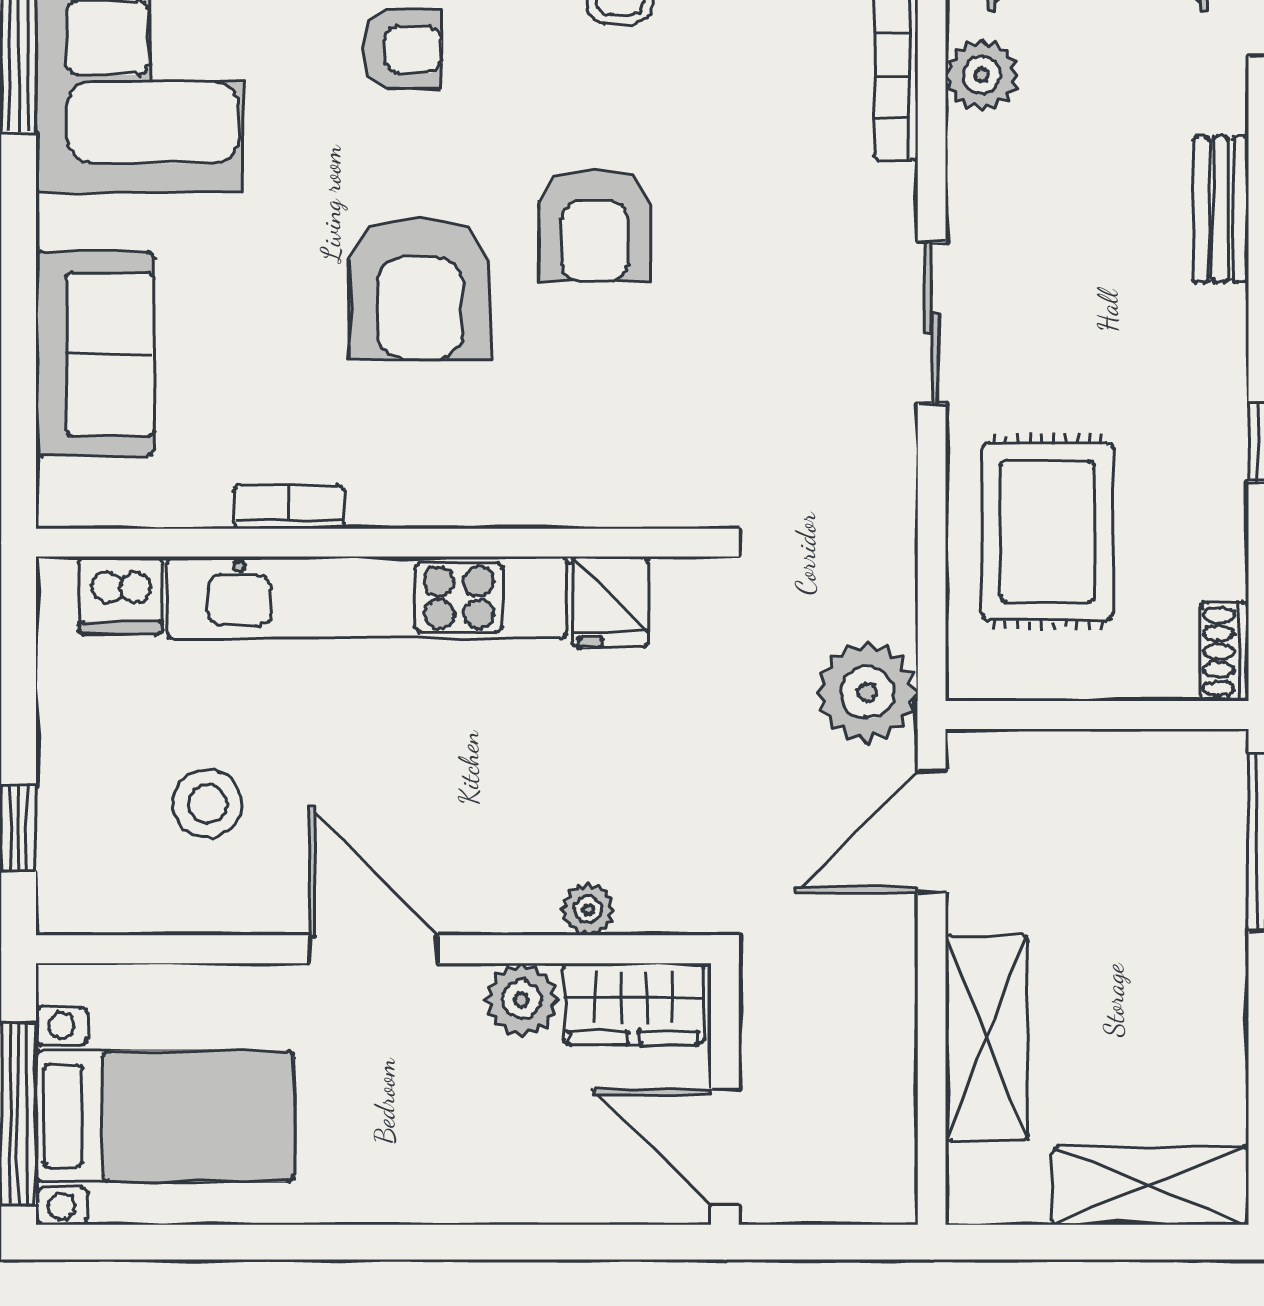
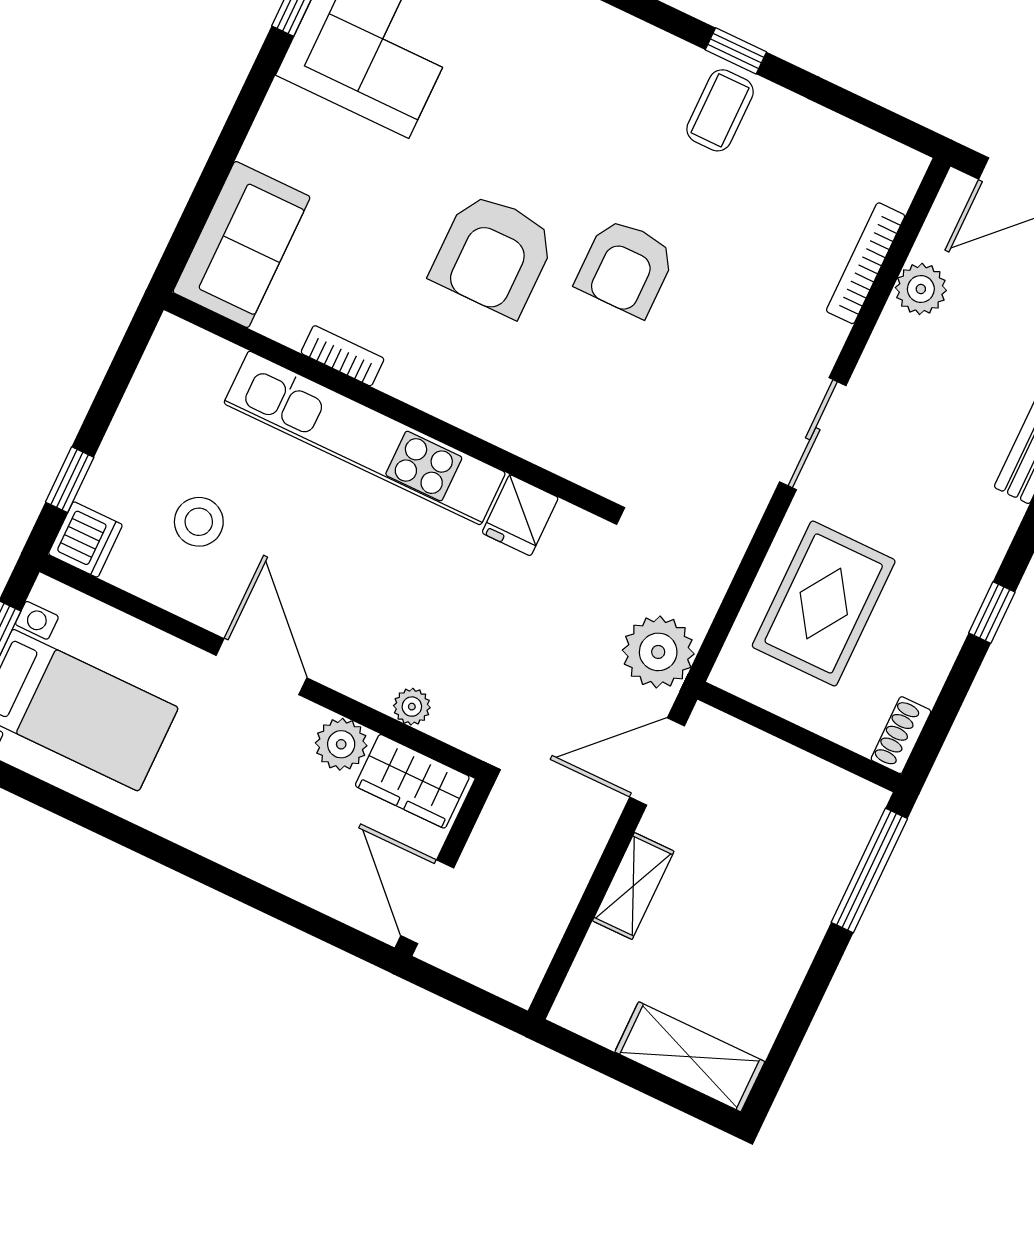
armchair: (402, 49) -> (555, 95), removed
sofa: (95, 354) -> (242, 245), moved
dishwasher: (121, 595) -> (85, 539), moved, turned -90
shelving: (987, 1038) -> (633, 886), width x0.67, depth x0.75

